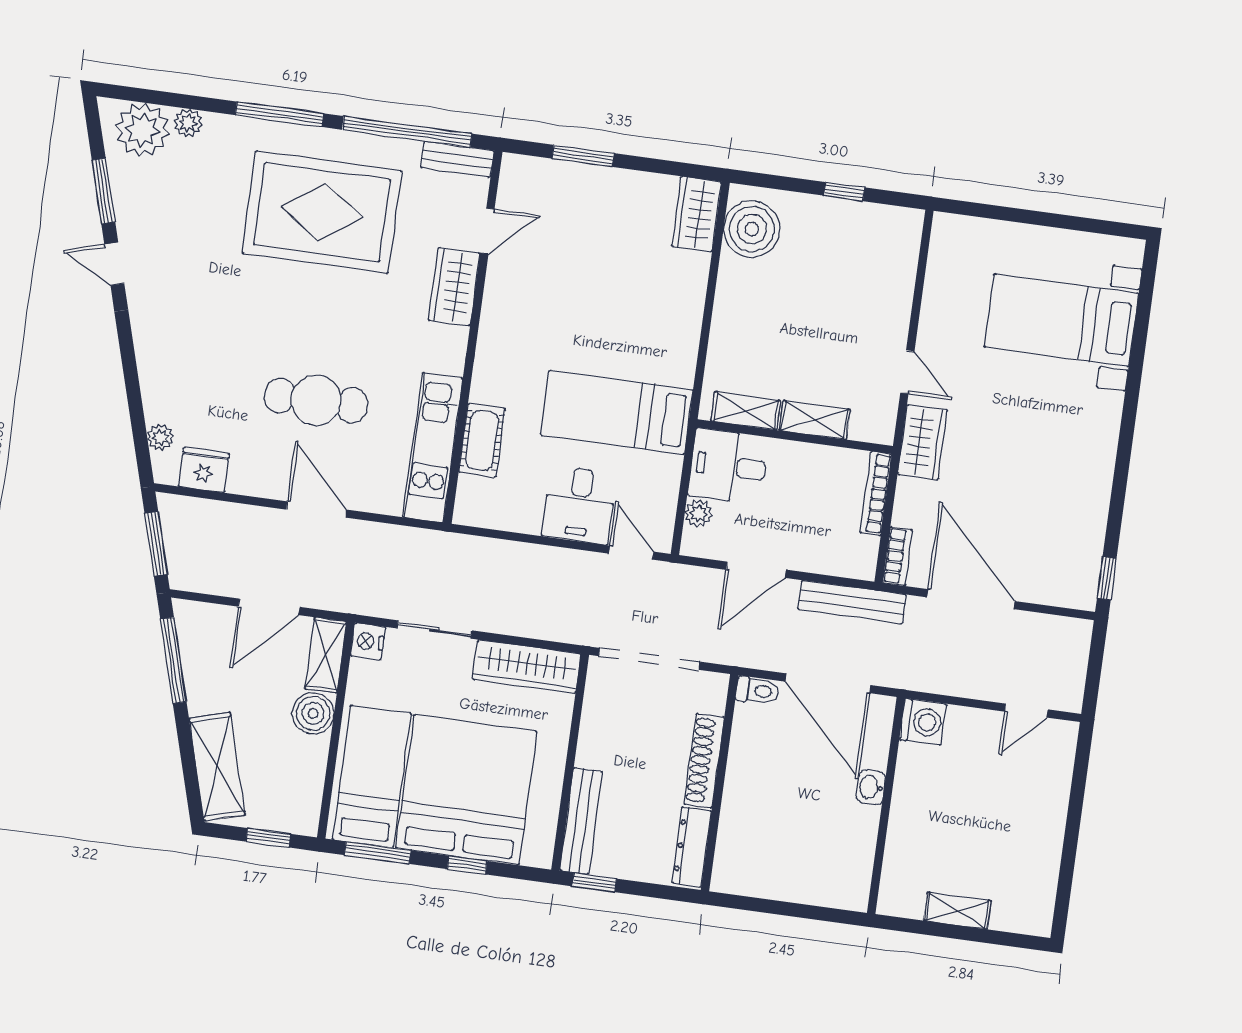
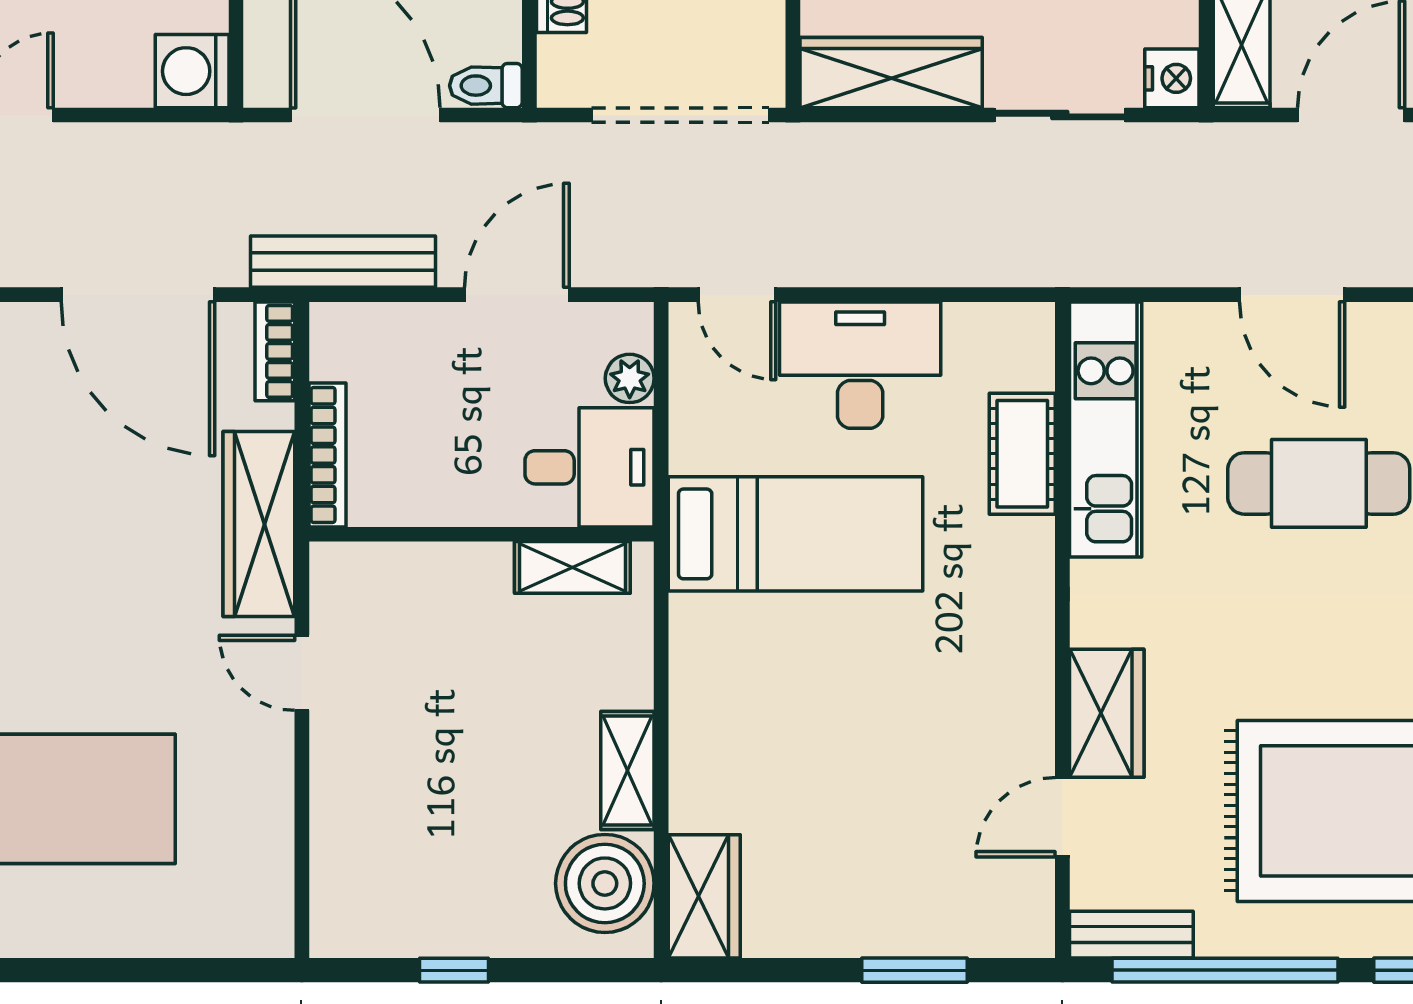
shelving: (815, 420) -> (627, 770), moved, turned 90
wardrobe: (923, 442) -> (259, 524), width x1.50
desk: (579, 505) -> (860, 365), width x1.37

